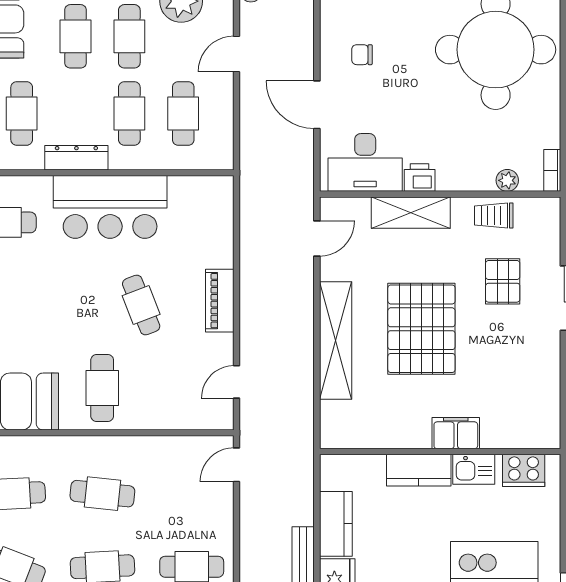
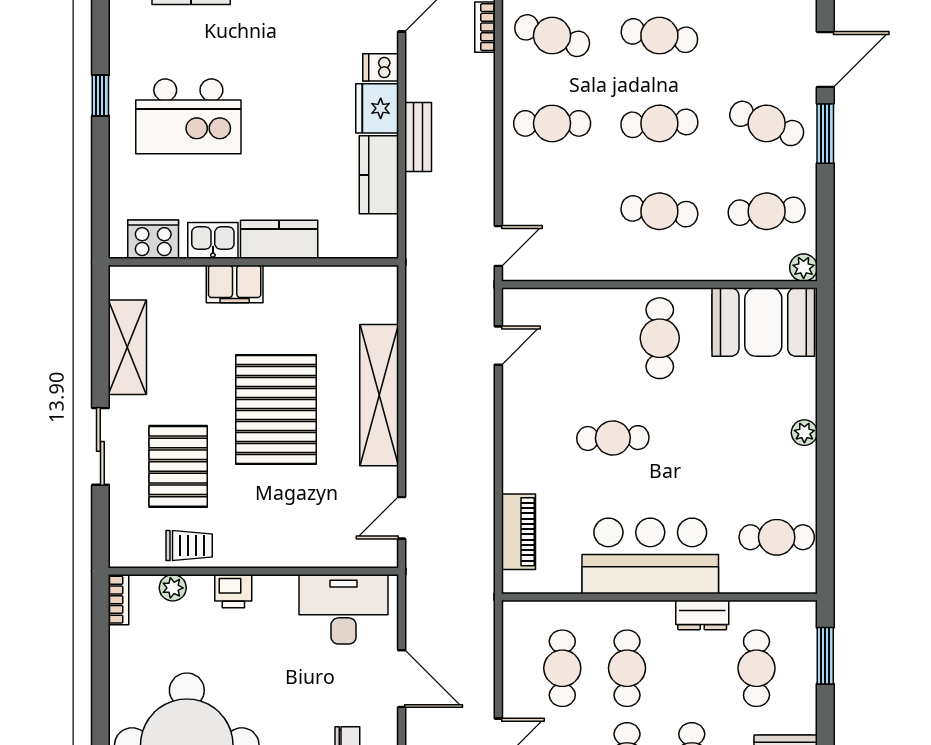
dresser: (76, 158) -> (702, 615), width x0.70
printer: (420, 178) -> (233, 591), moved
shelving: (411, 213) -> (127, 347), moved, turned 90
pallet: (503, 281) -> (178, 466), width x1.50, depth x1.42
piano: (220, 301) -> (518, 532), moved
cafe table: (141, 305) -> (613, 438), turned -70

